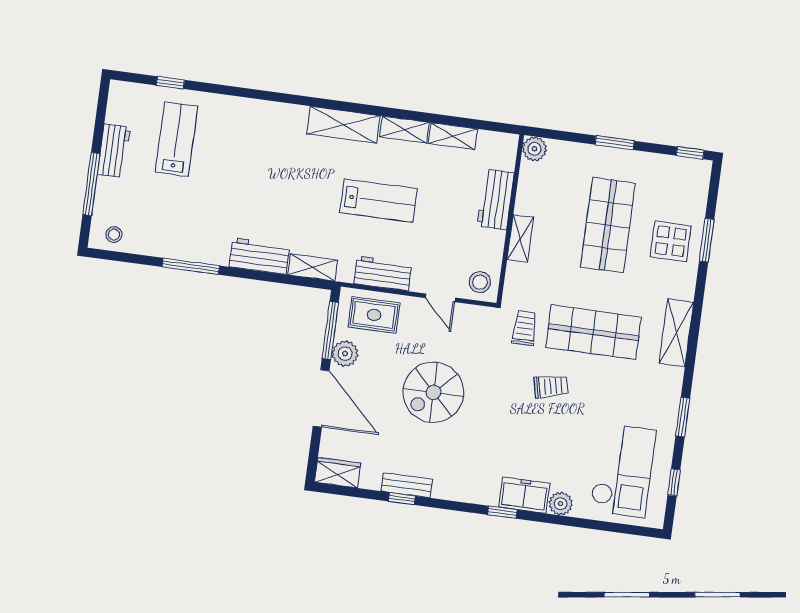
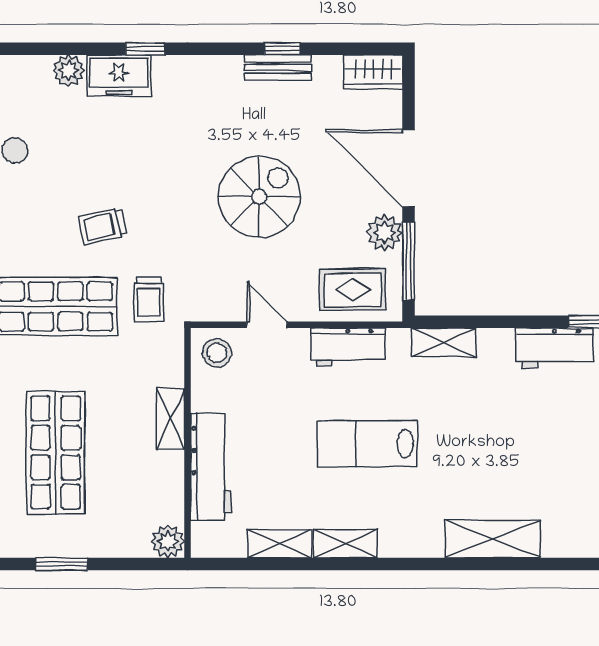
shelving: (343, 125) -> (493, 539), moved
workbench: (496, 199) -> (211, 467), width x1.38
workbench: (259, 256) -> (555, 348), moved

